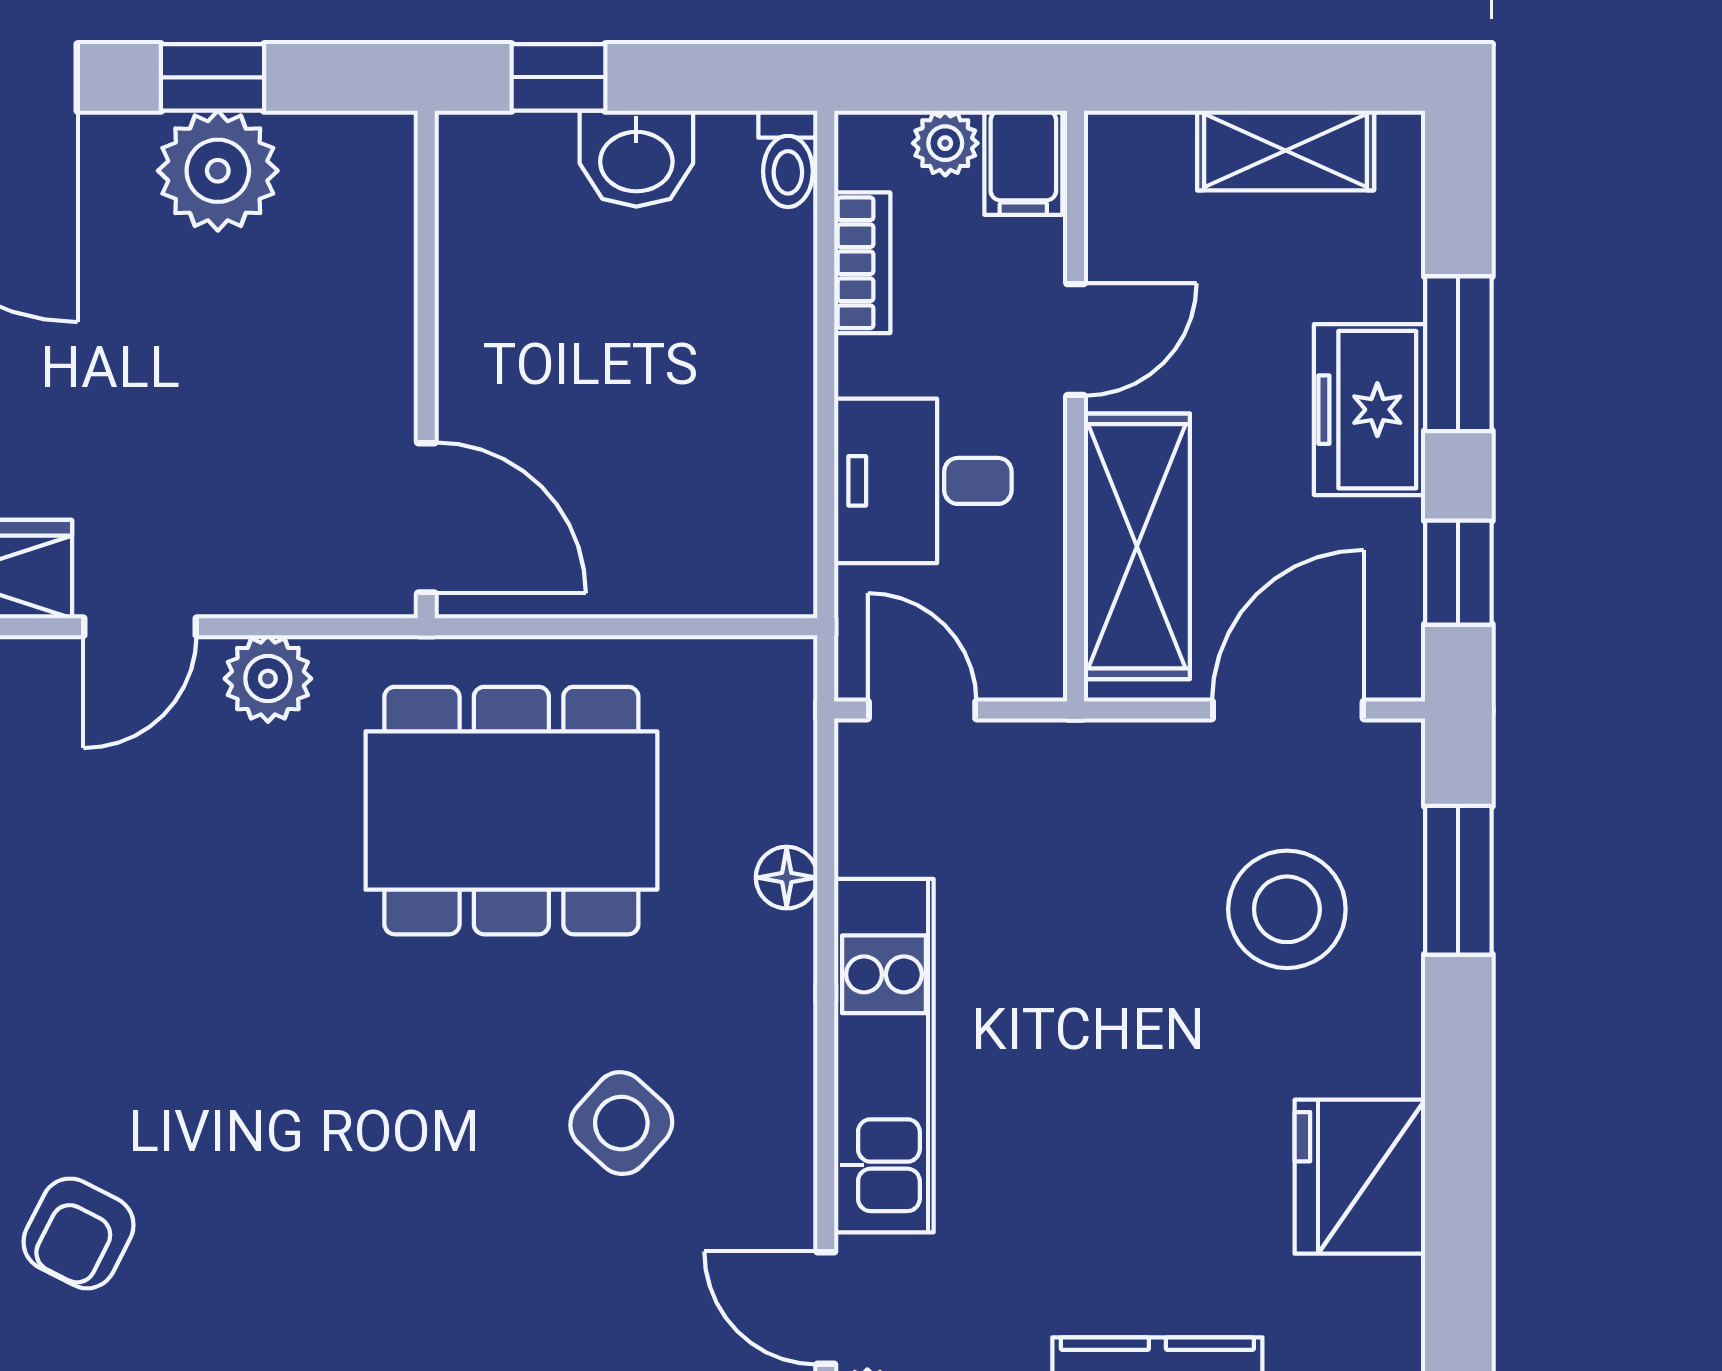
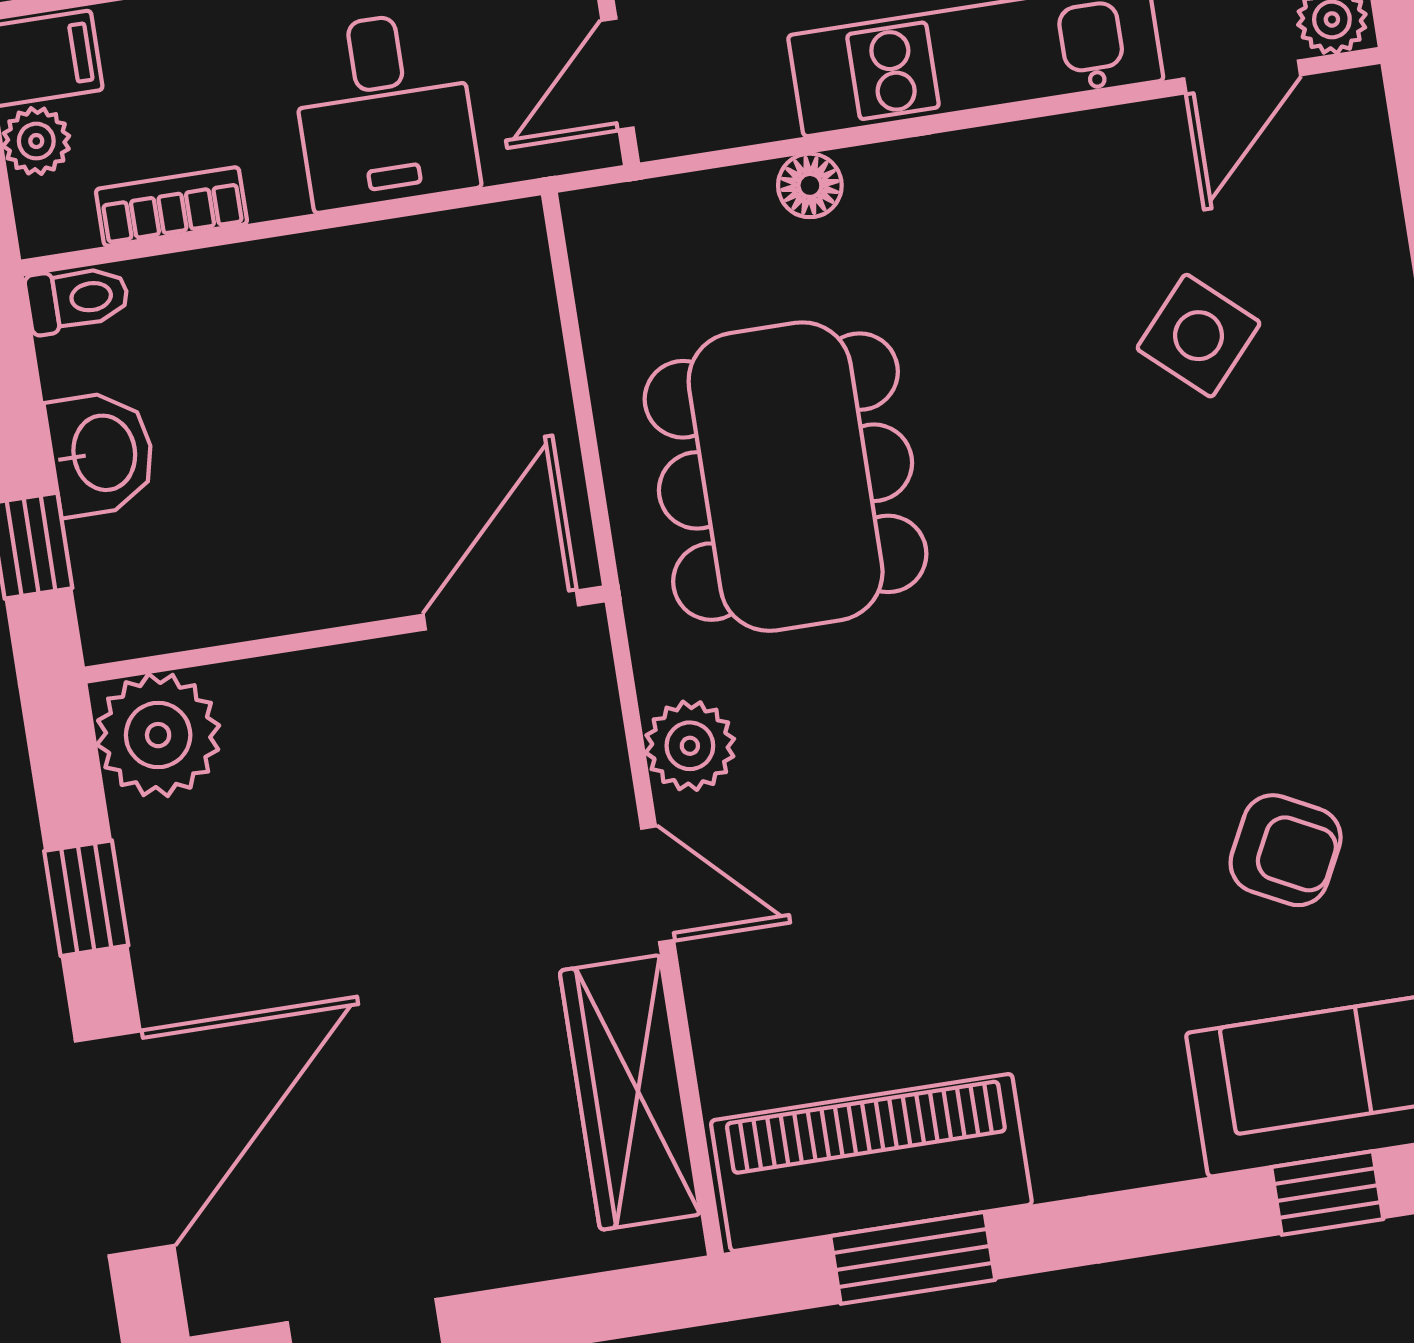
plant: (218, 171) -> (158, 735), moved
side table: (621, 1123) -> (1199, 336), moved

